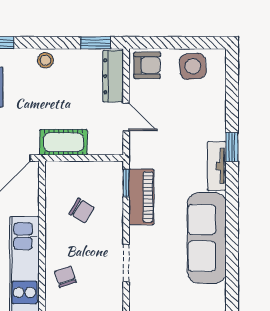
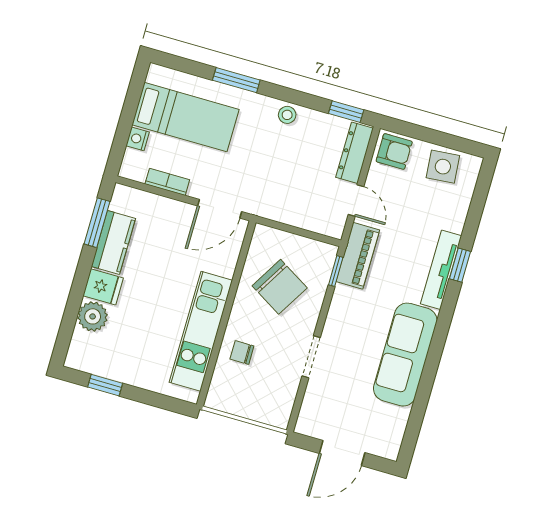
cot: (64, 142) -> (281, 208), removed
tv unit: (217, 166) -> (441, 270), width x1.41
piano: (141, 197) -> (358, 256), moved
chair: (82, 211) -> (280, 287), width x1.87, depth x1.87
chair: (65, 277) -> (242, 353), turned -72

